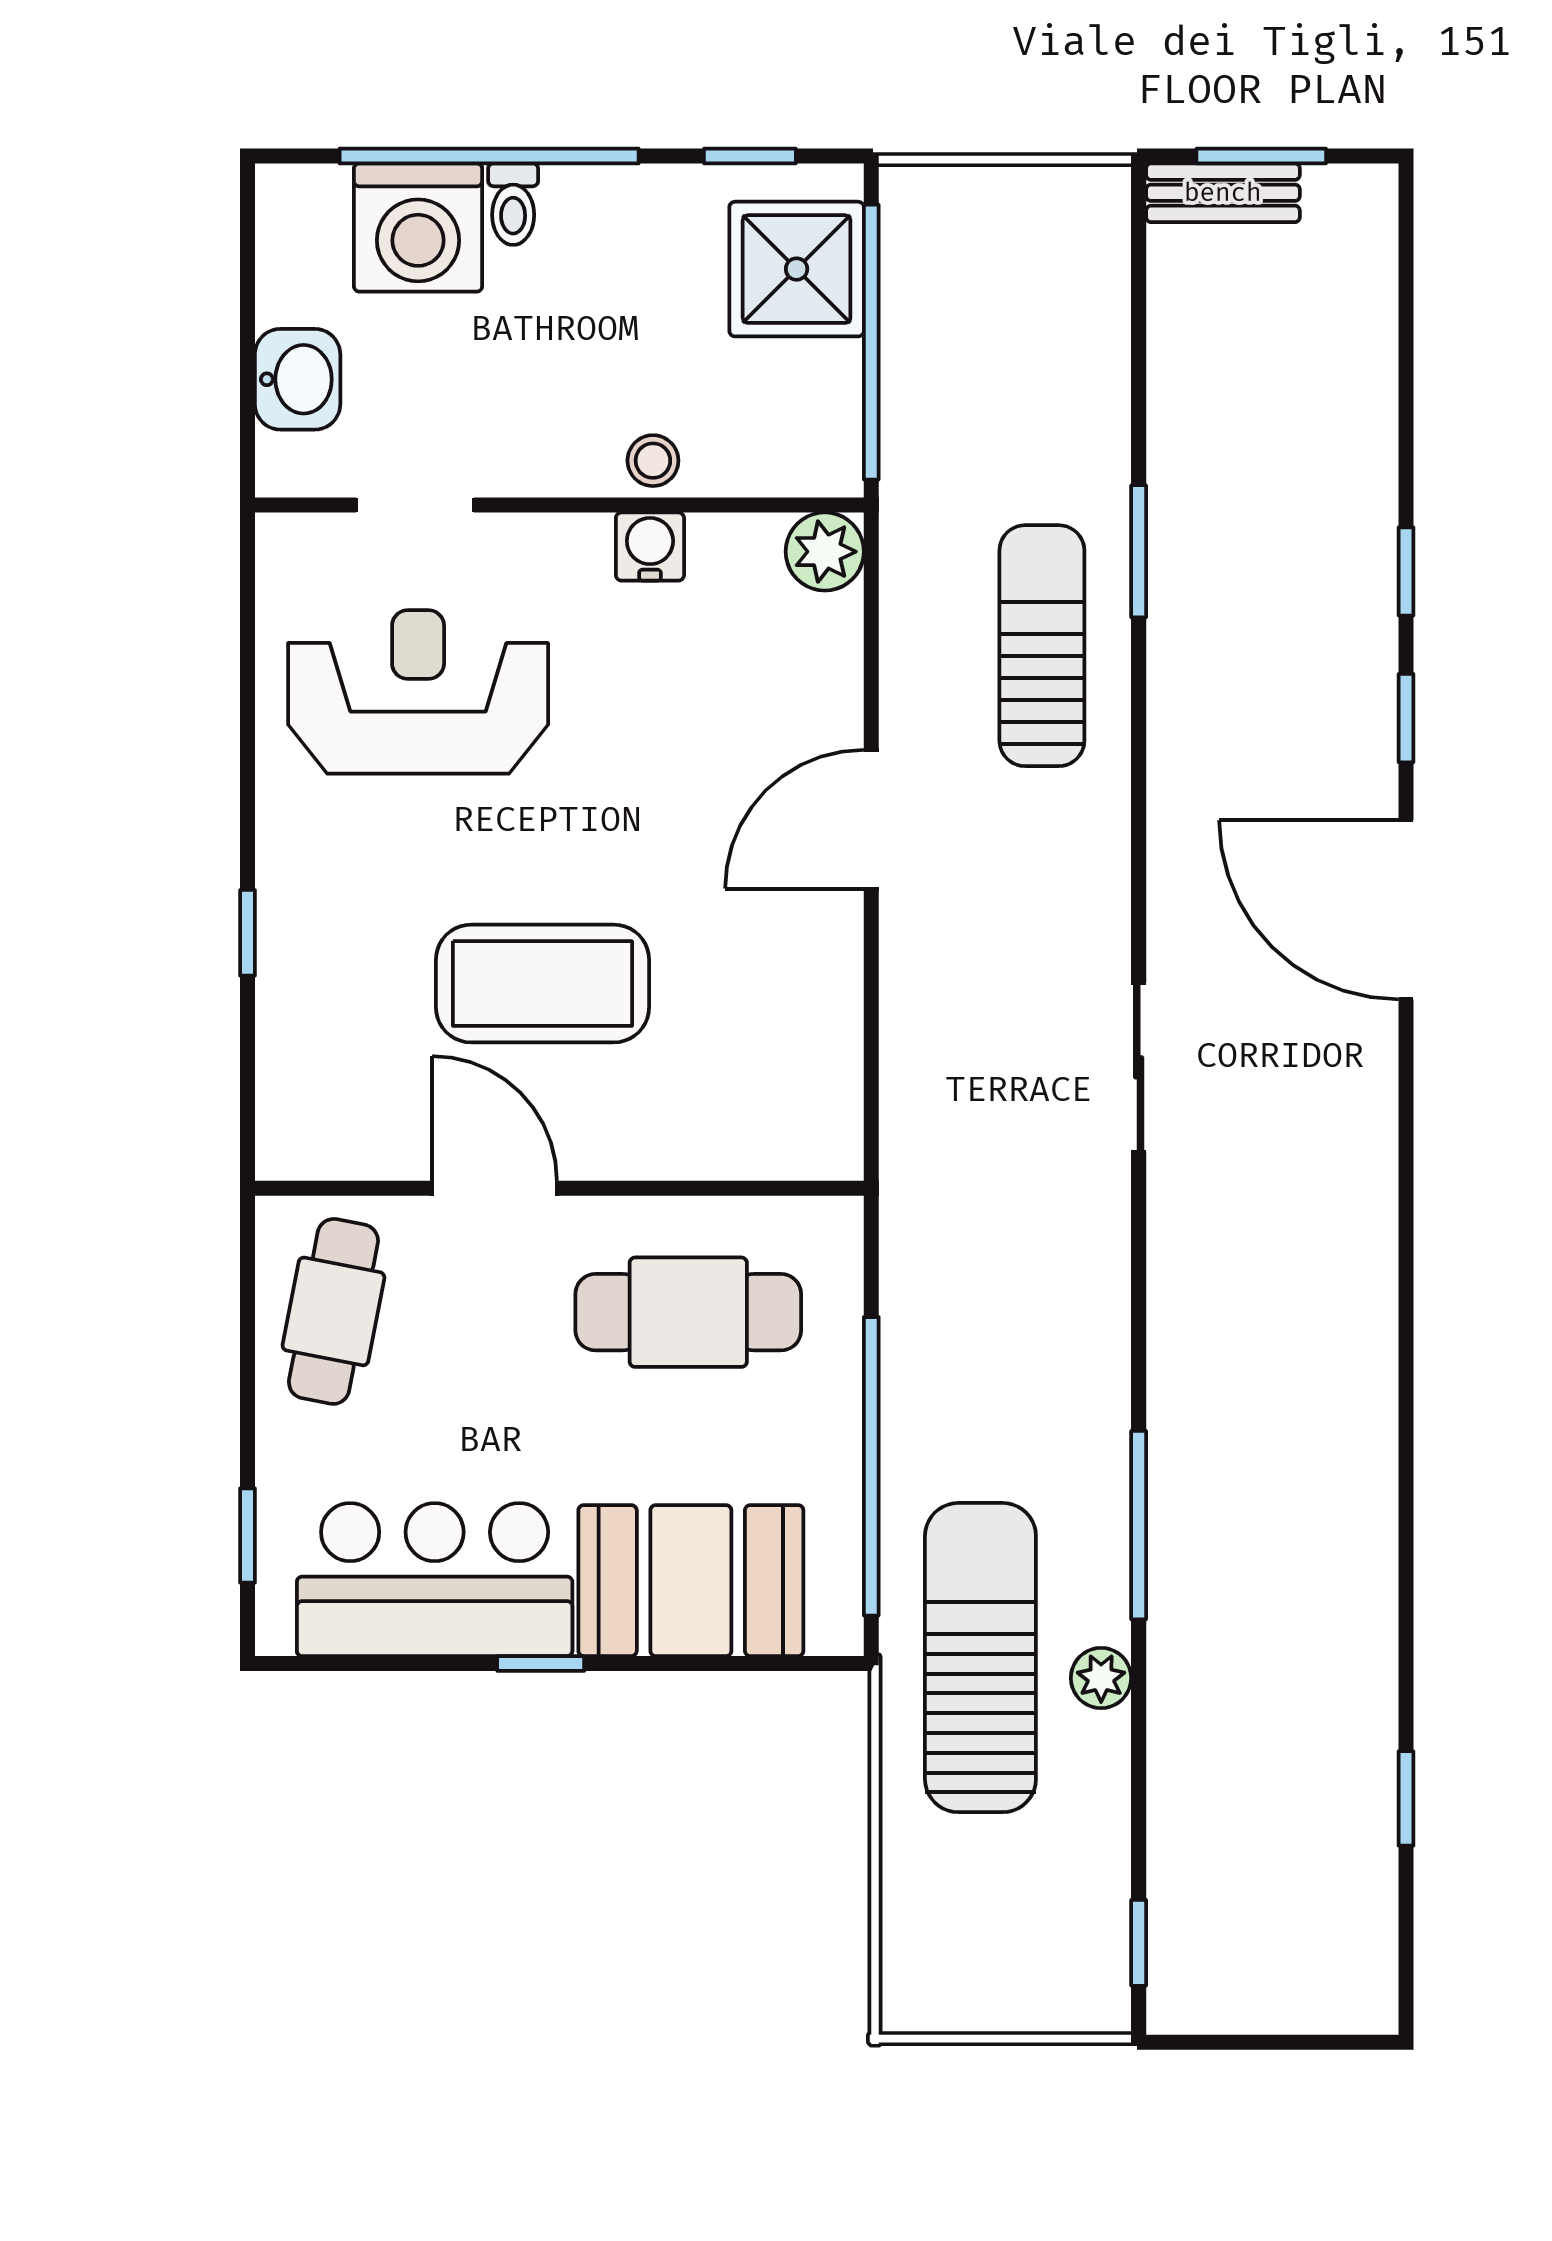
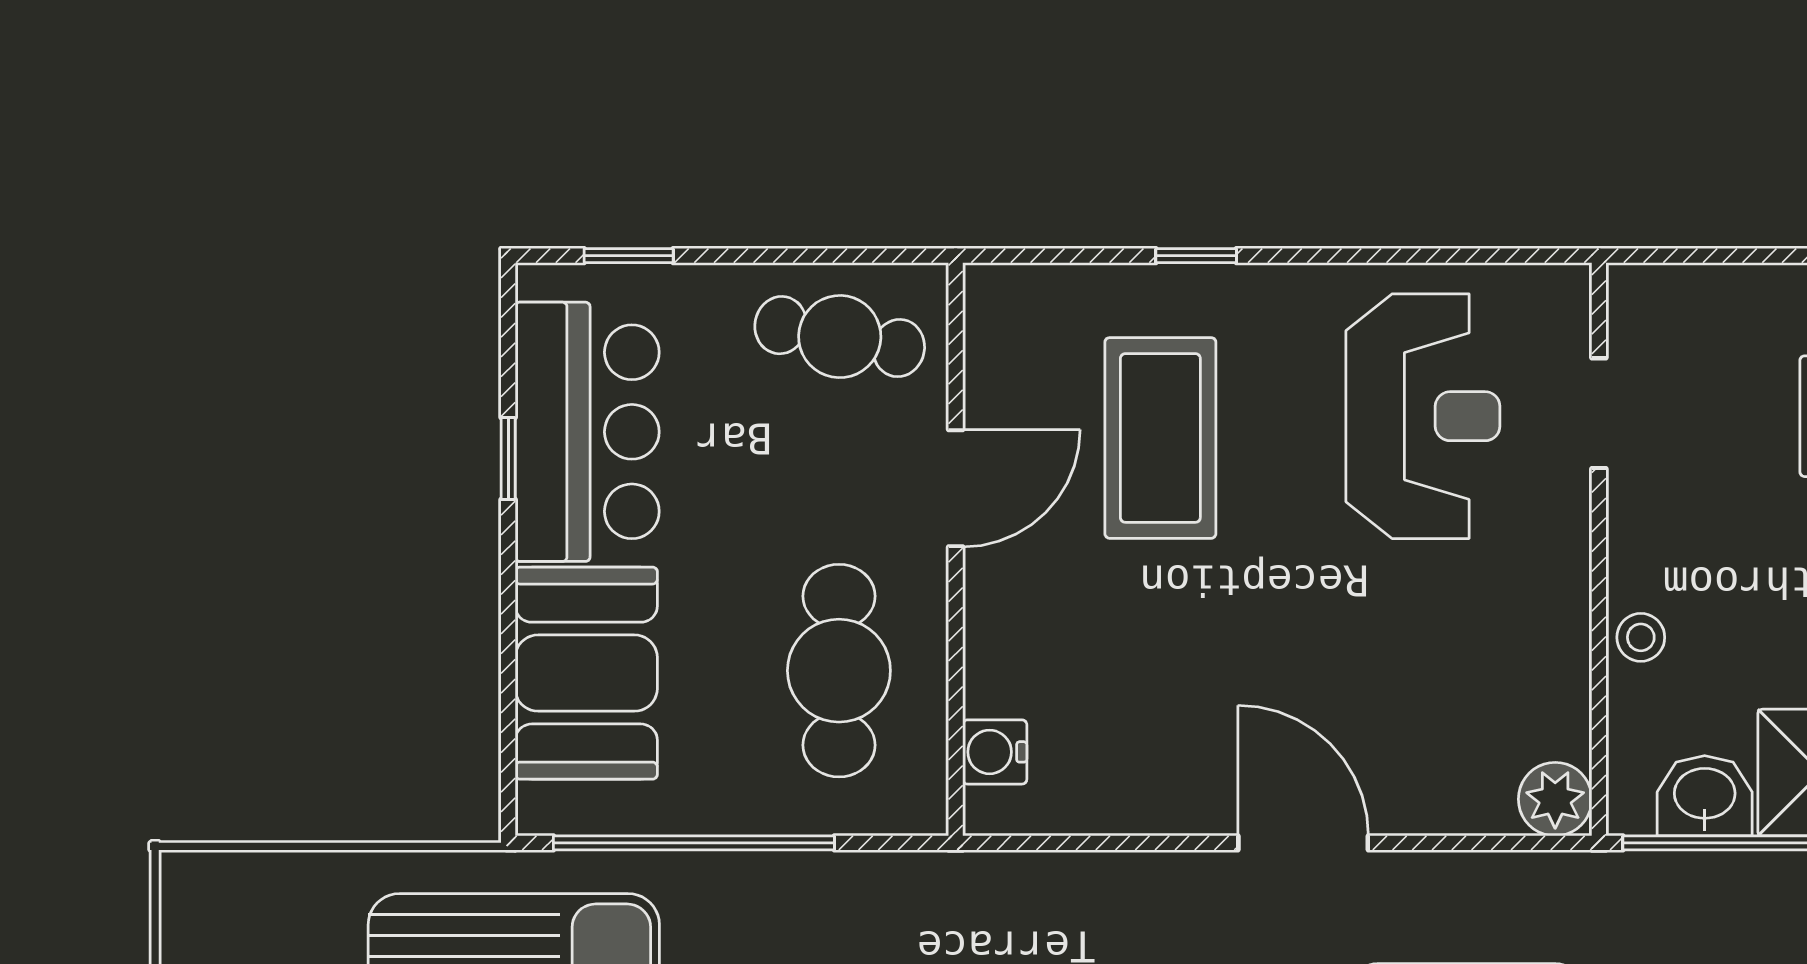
washbasin: (298, 379) -> (1705, 796), moved, turned 180
water cooler: (650, 547) -> (995, 752), moved, turned 180
coffee table: (542, 984) -> (1160, 438), moved
window: (541, 1664) -> (508, 458), moved

